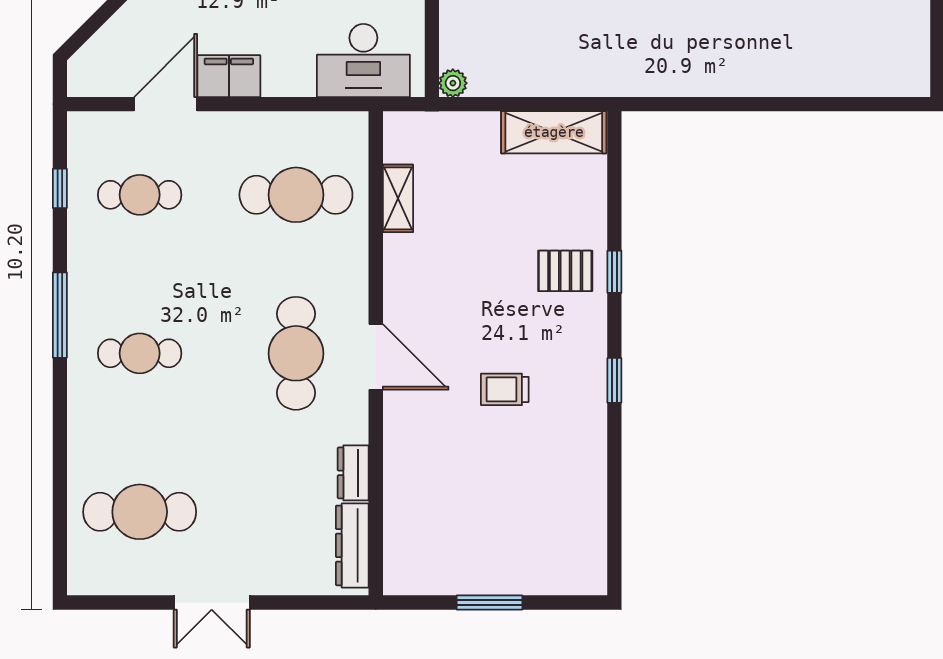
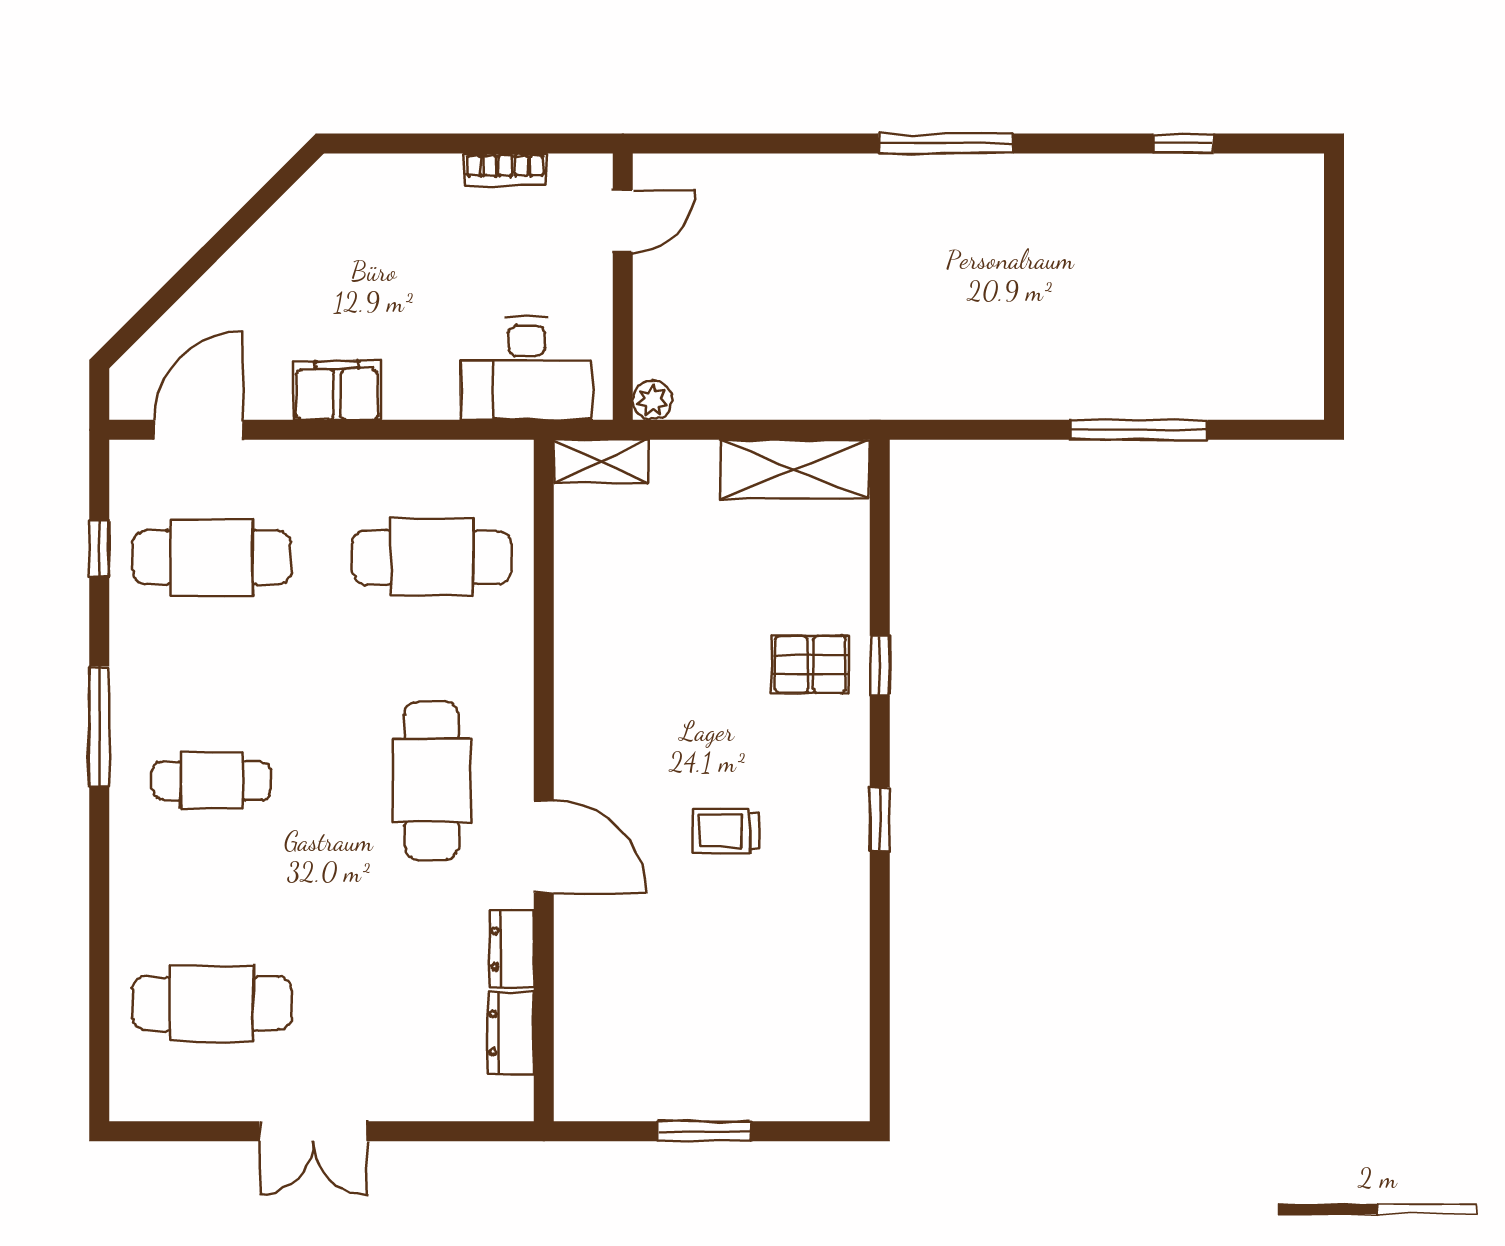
door: (166, 104) -> (198, 430), moved
window: (799, 104) -> (1139, 430), added
cafe table: (140, 195) -> (212, 557), width x1.37, depth x1.35
shelving: (398, 198) -> (601, 461), moved, turned 90
door: (376, 357) -> (544, 847), moved
dresser: (352, 545) -> (511, 1033), width x0.70

